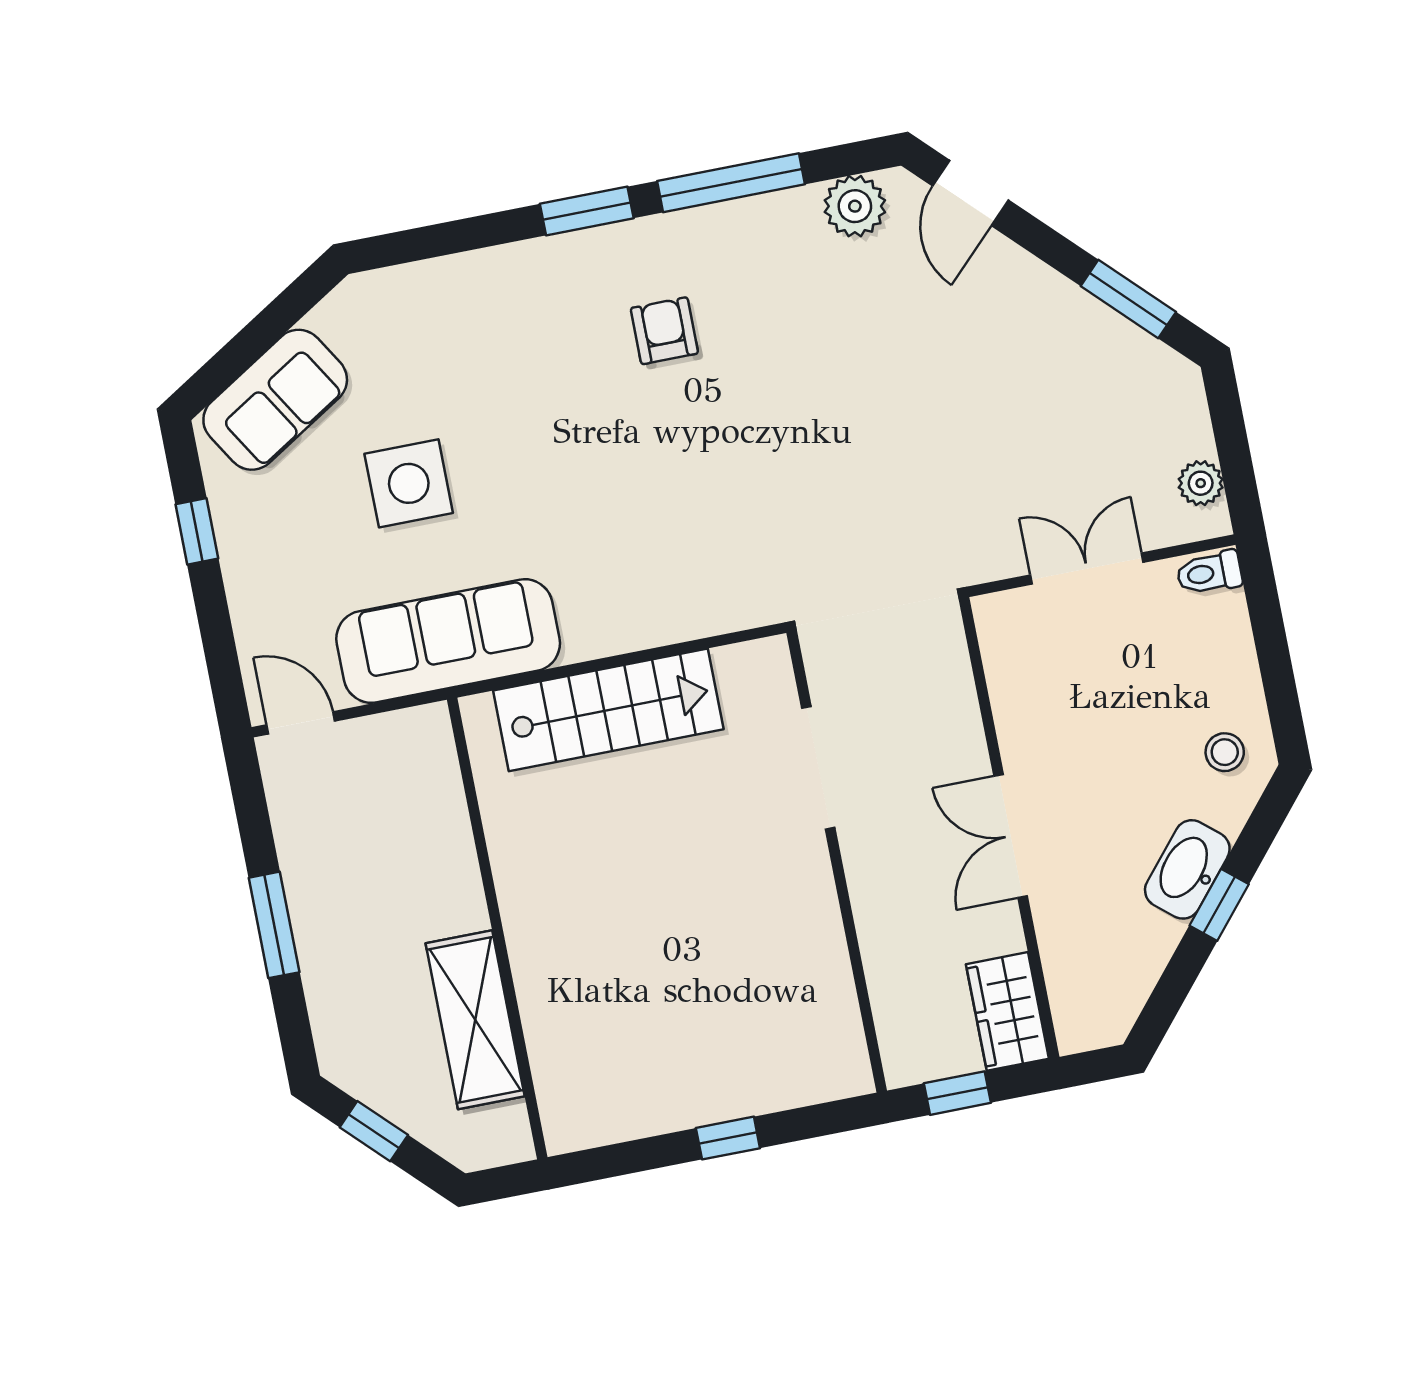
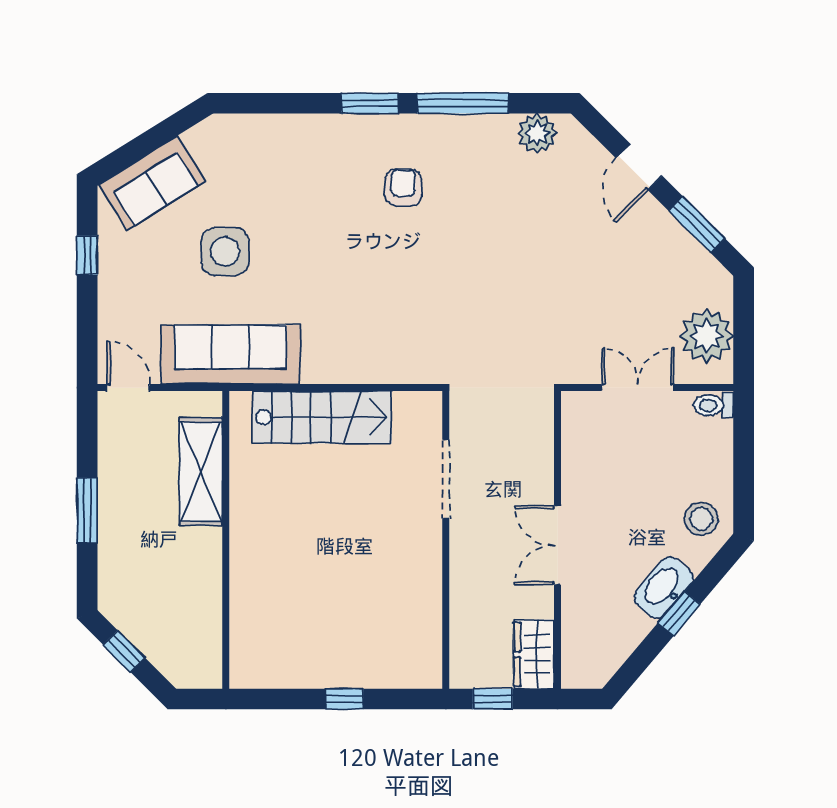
door: (971, 193) -> (639, 167), moved
plant: (1201, 483) -> (707, 336), width x1.88, depth x1.88
stool: (1225, 752) -> (701, 519), width x1.37, depth x1.37
shelving: (475, 1020) -> (201, 472), moved

